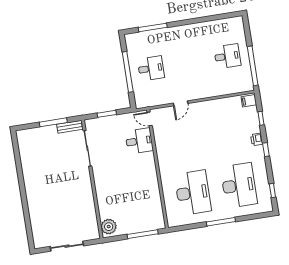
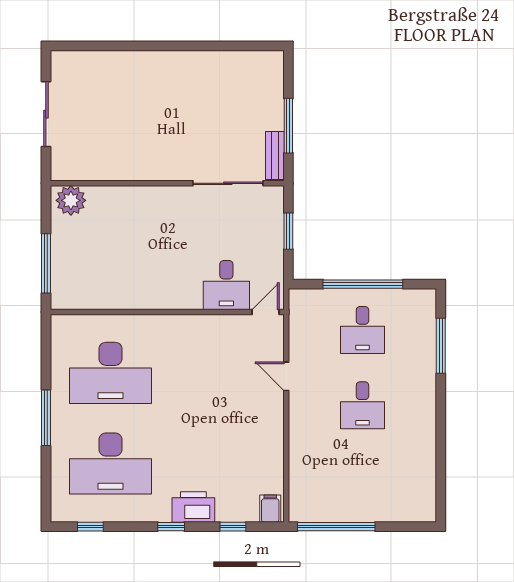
desk: (227, 56) -> (362, 405), moved
printer: (257, 139) -> (193, 507), width x1.87, depth x1.48

